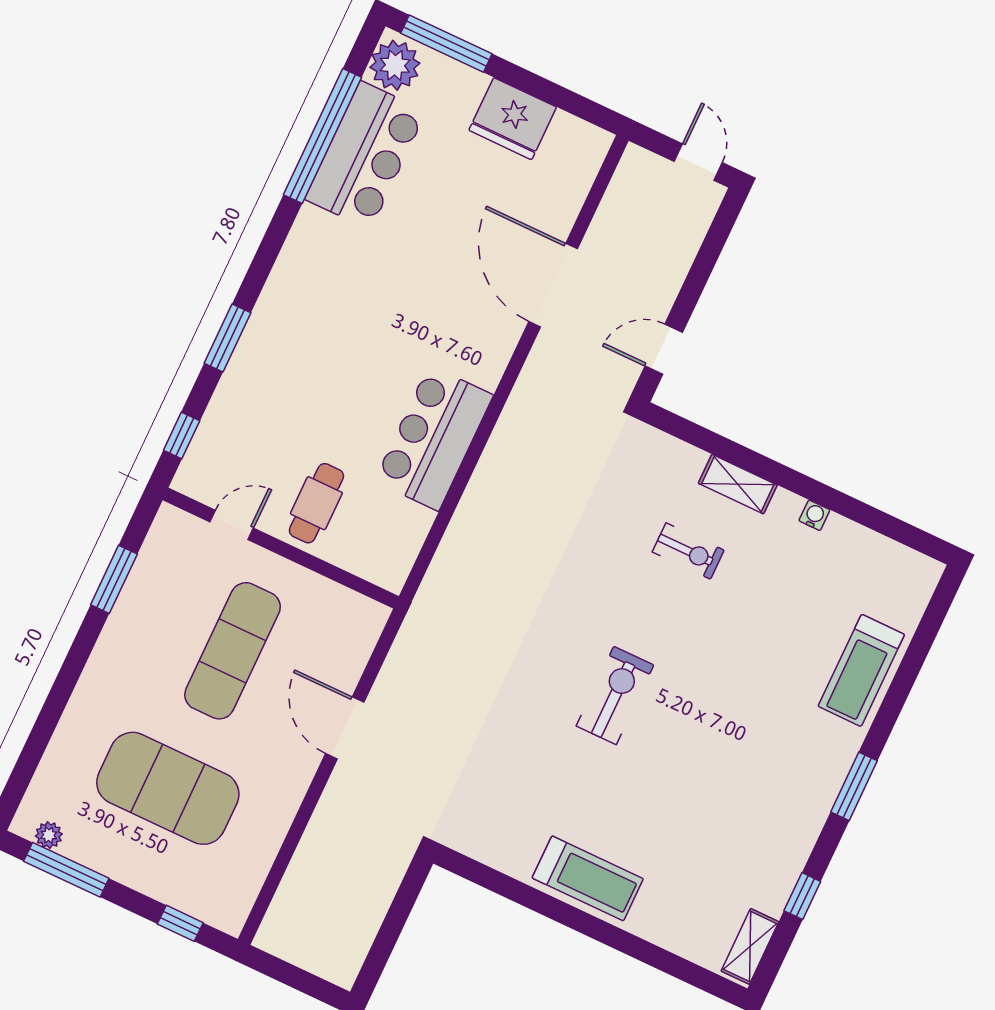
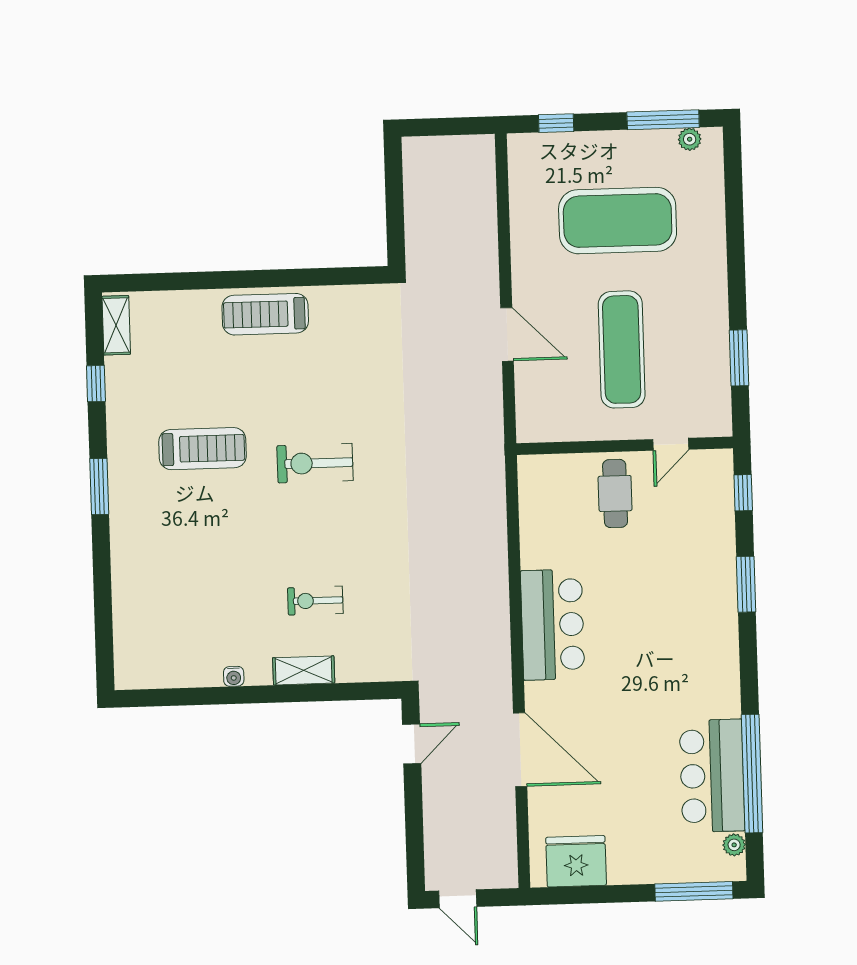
plant: (395, 65) -> (734, 845), width x0.53, depth x0.53
fridge: (513, 119) -> (576, 861), moved
bar counter: (434, 438) -> (553, 625), moved
treadmill: (861, 670) -> (203, 449), moved, turned 90
exercise bike: (615, 695) -> (315, 463), turned 90

